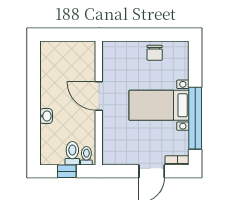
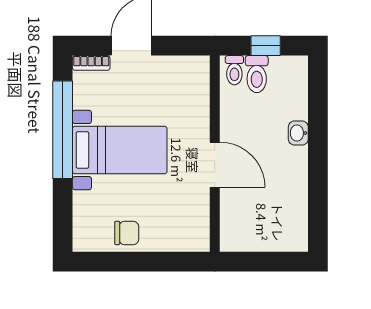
chair: (155, 53) -> (127, 233), turned 90

